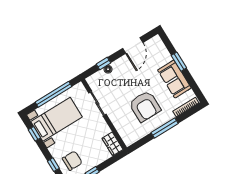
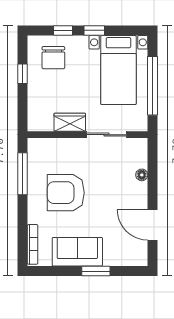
window: (103, 64) -> (153, 174), removed
window: (165, 128) -> (23, 174), moved
window: (34, 134) -> (94, 30), moved
wardrobe: (113, 144) -> (70, 122), moved

